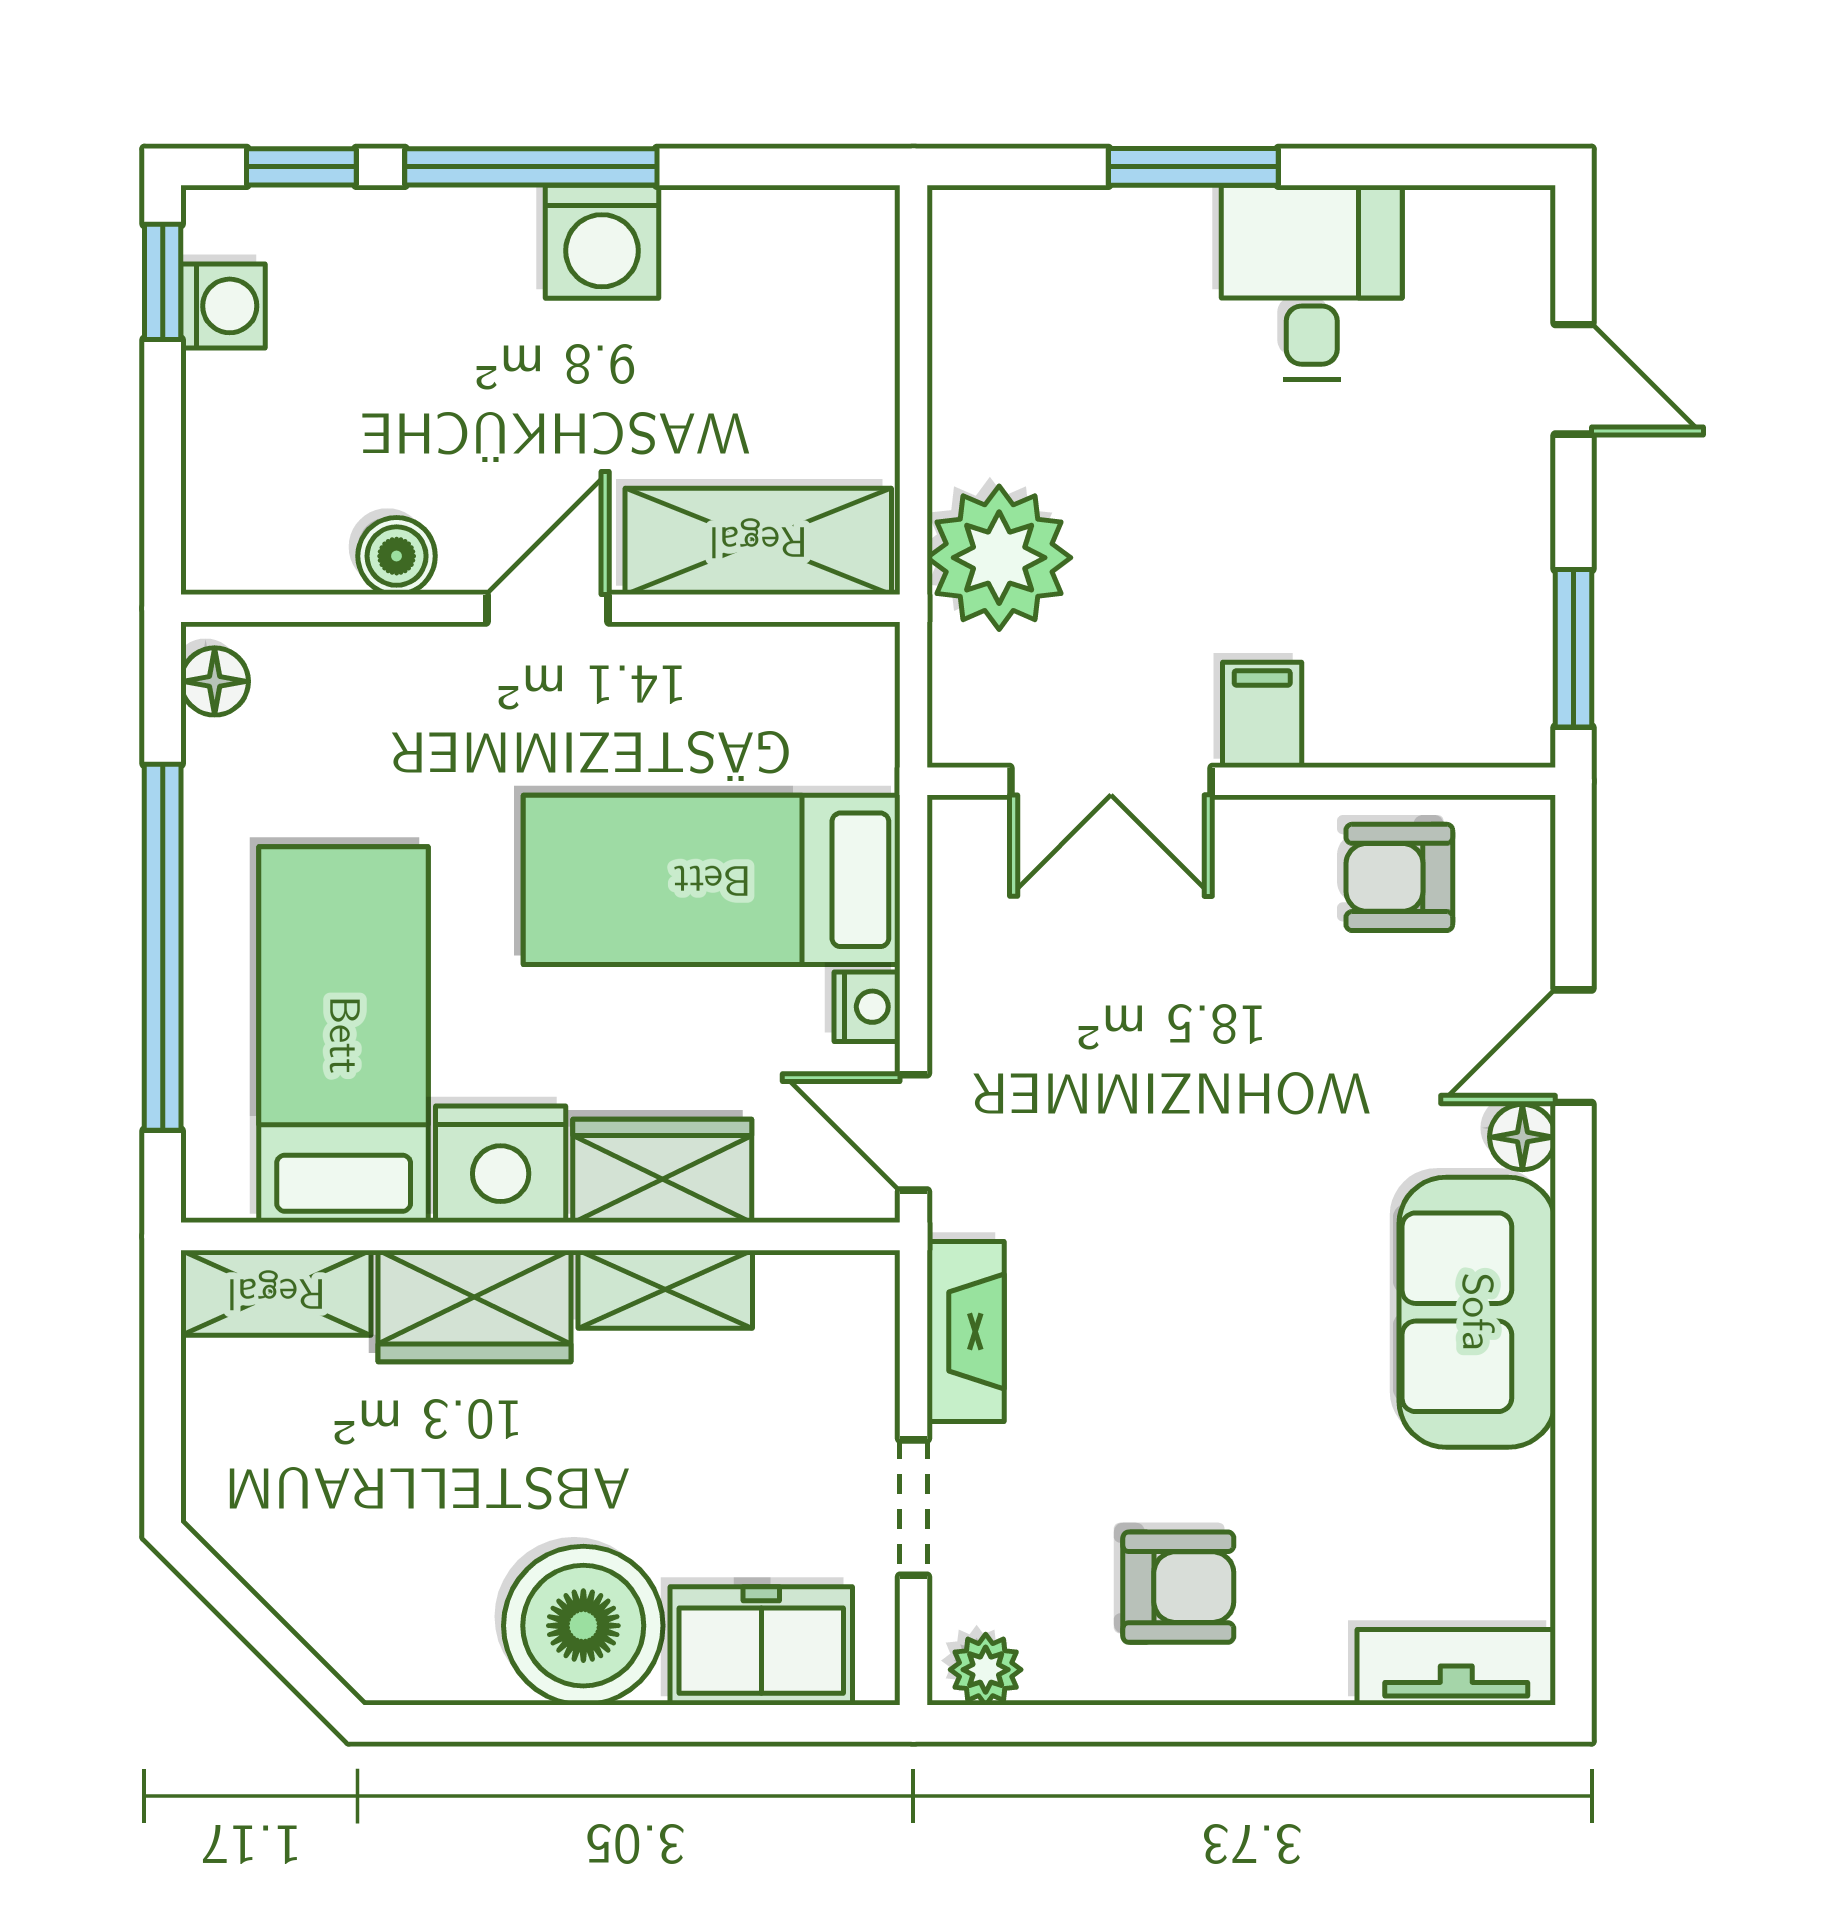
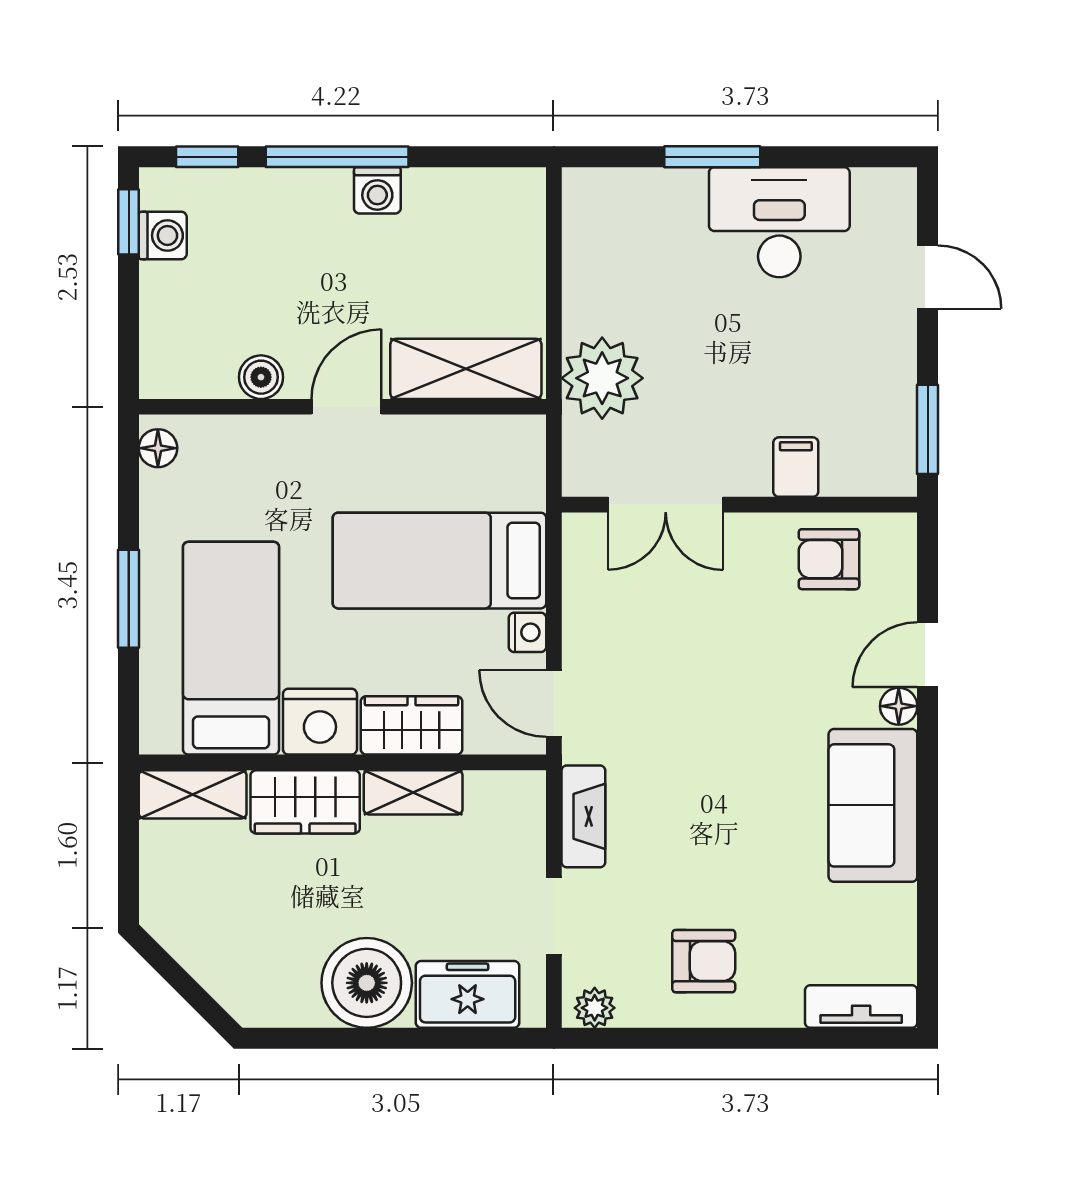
washing machine: (602, 242) -> (377, 190), width x0.73, depth x0.73
desk: (1312, 283) -> (779, 222), width x1.37
filing cabinet: (1262, 715) -> (796, 467), moved
window: (163, 947) -> (129, 599), width x0.47

